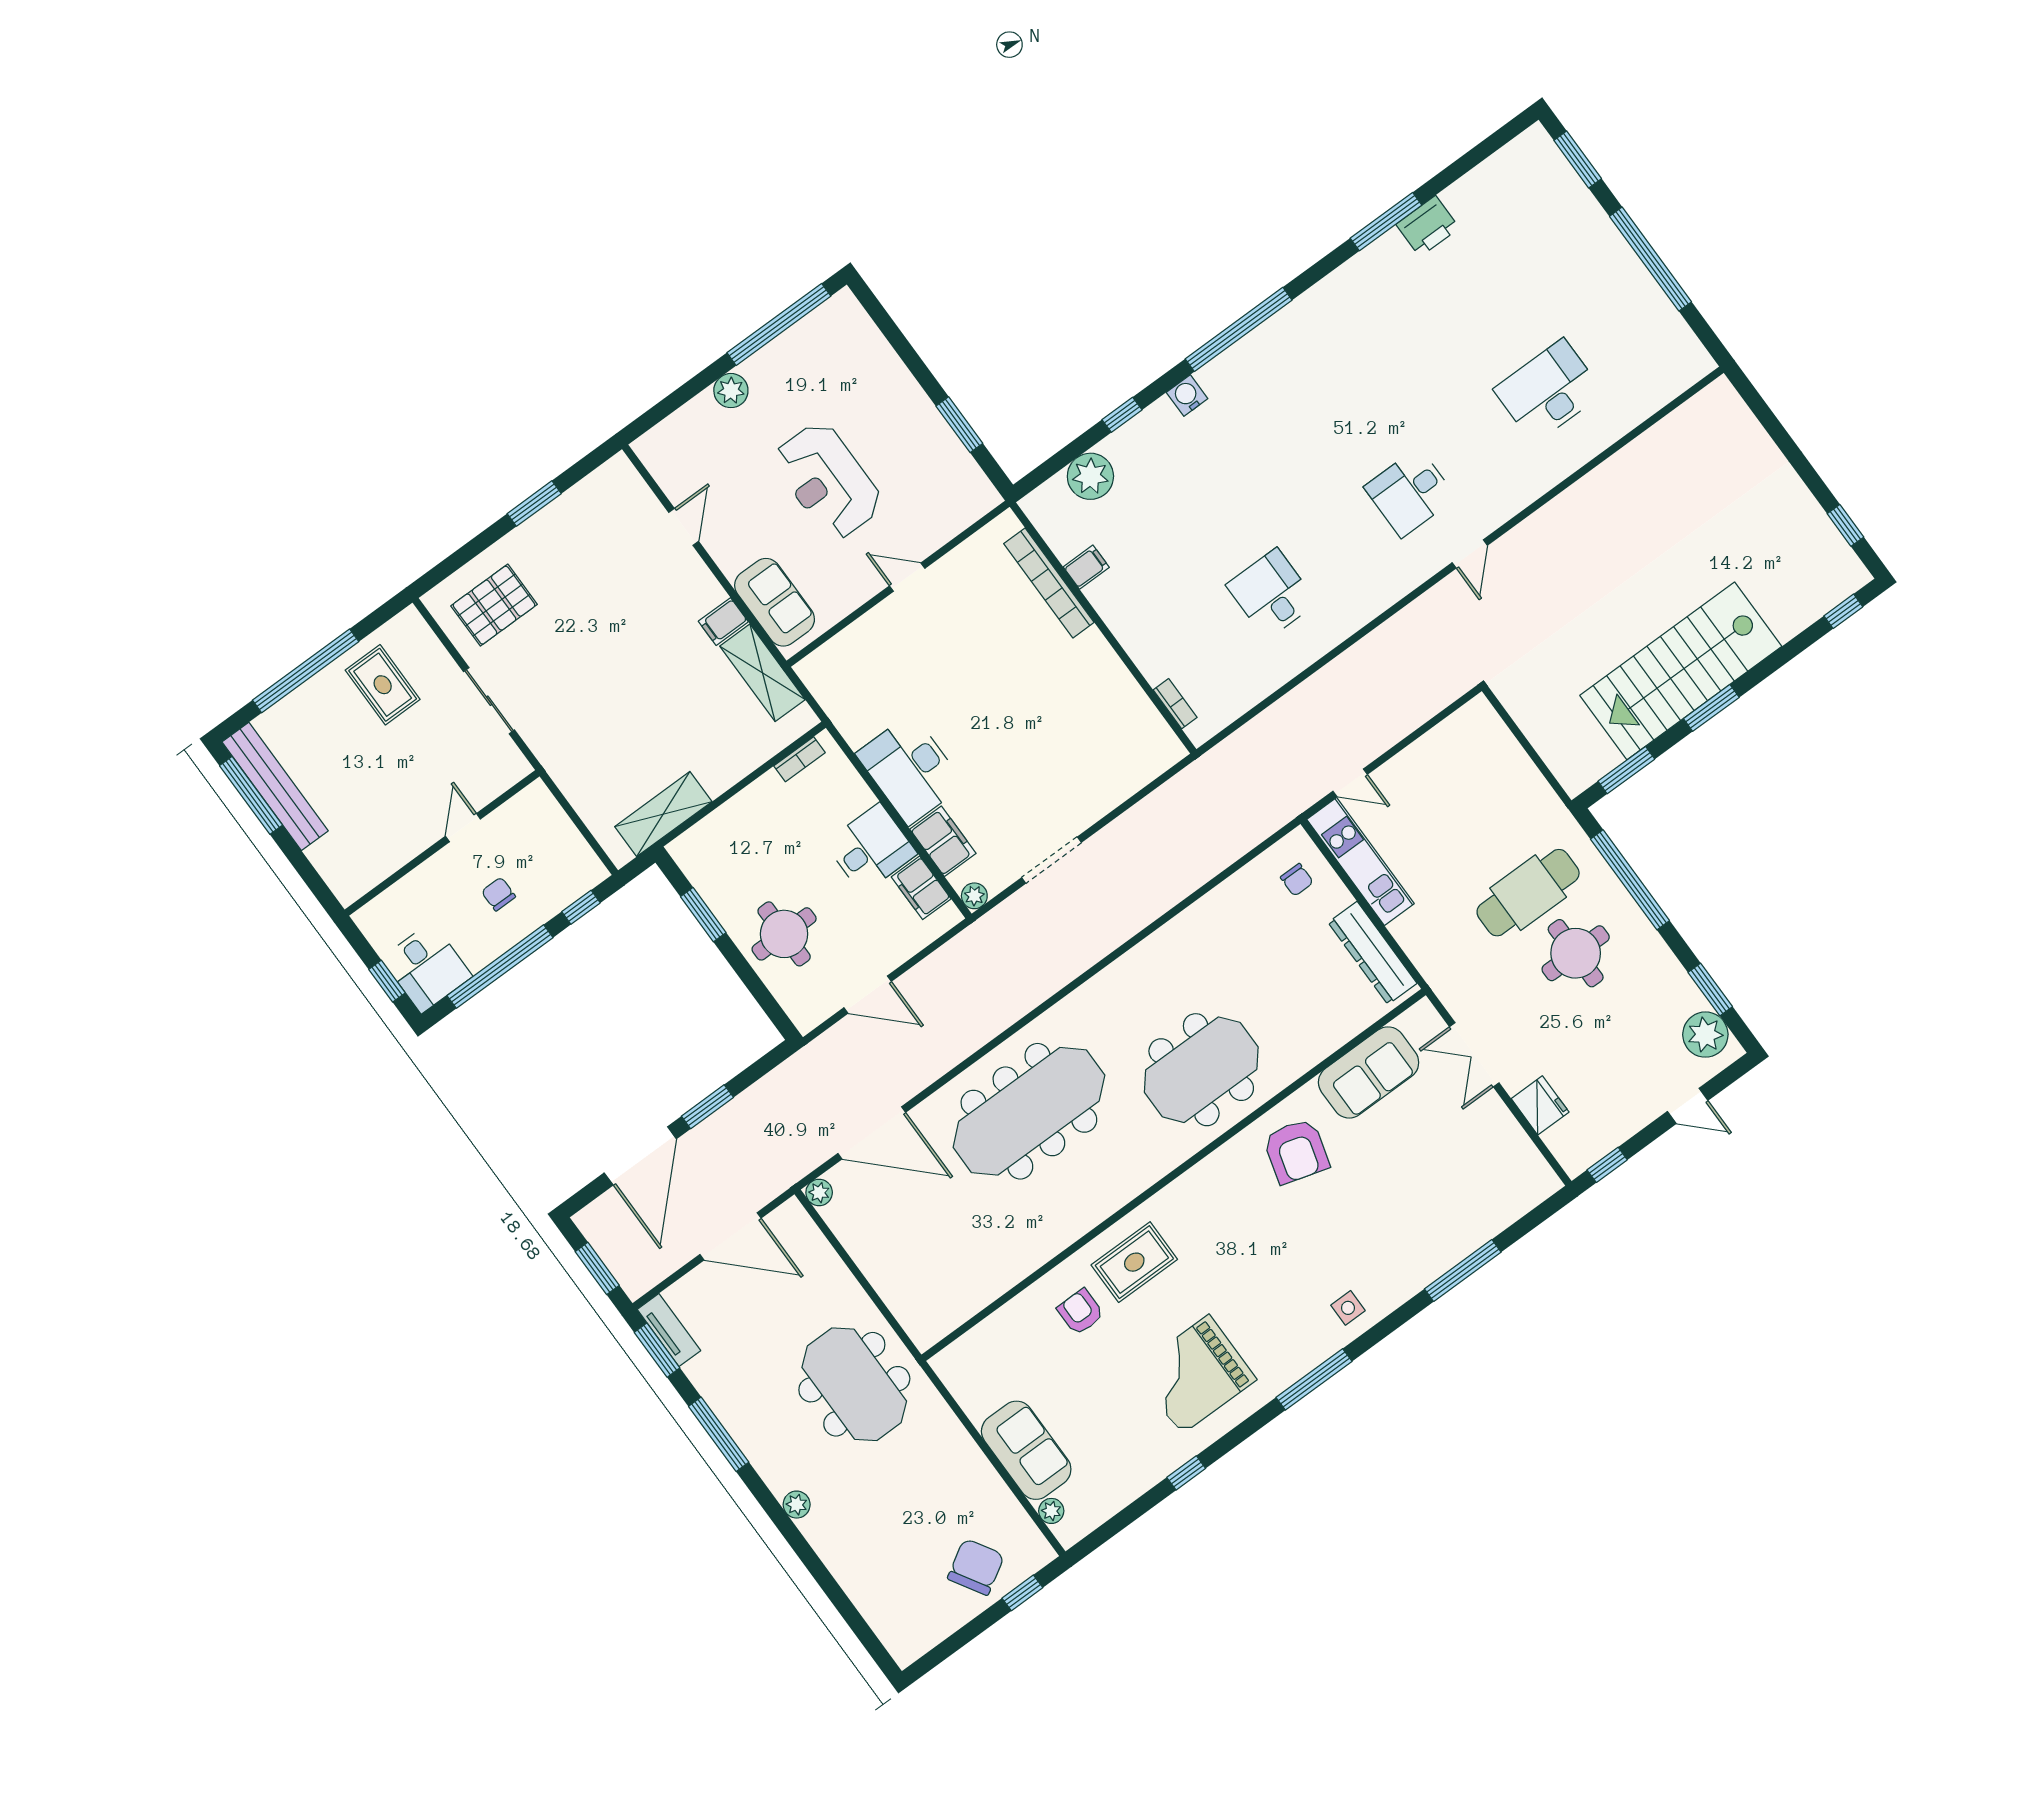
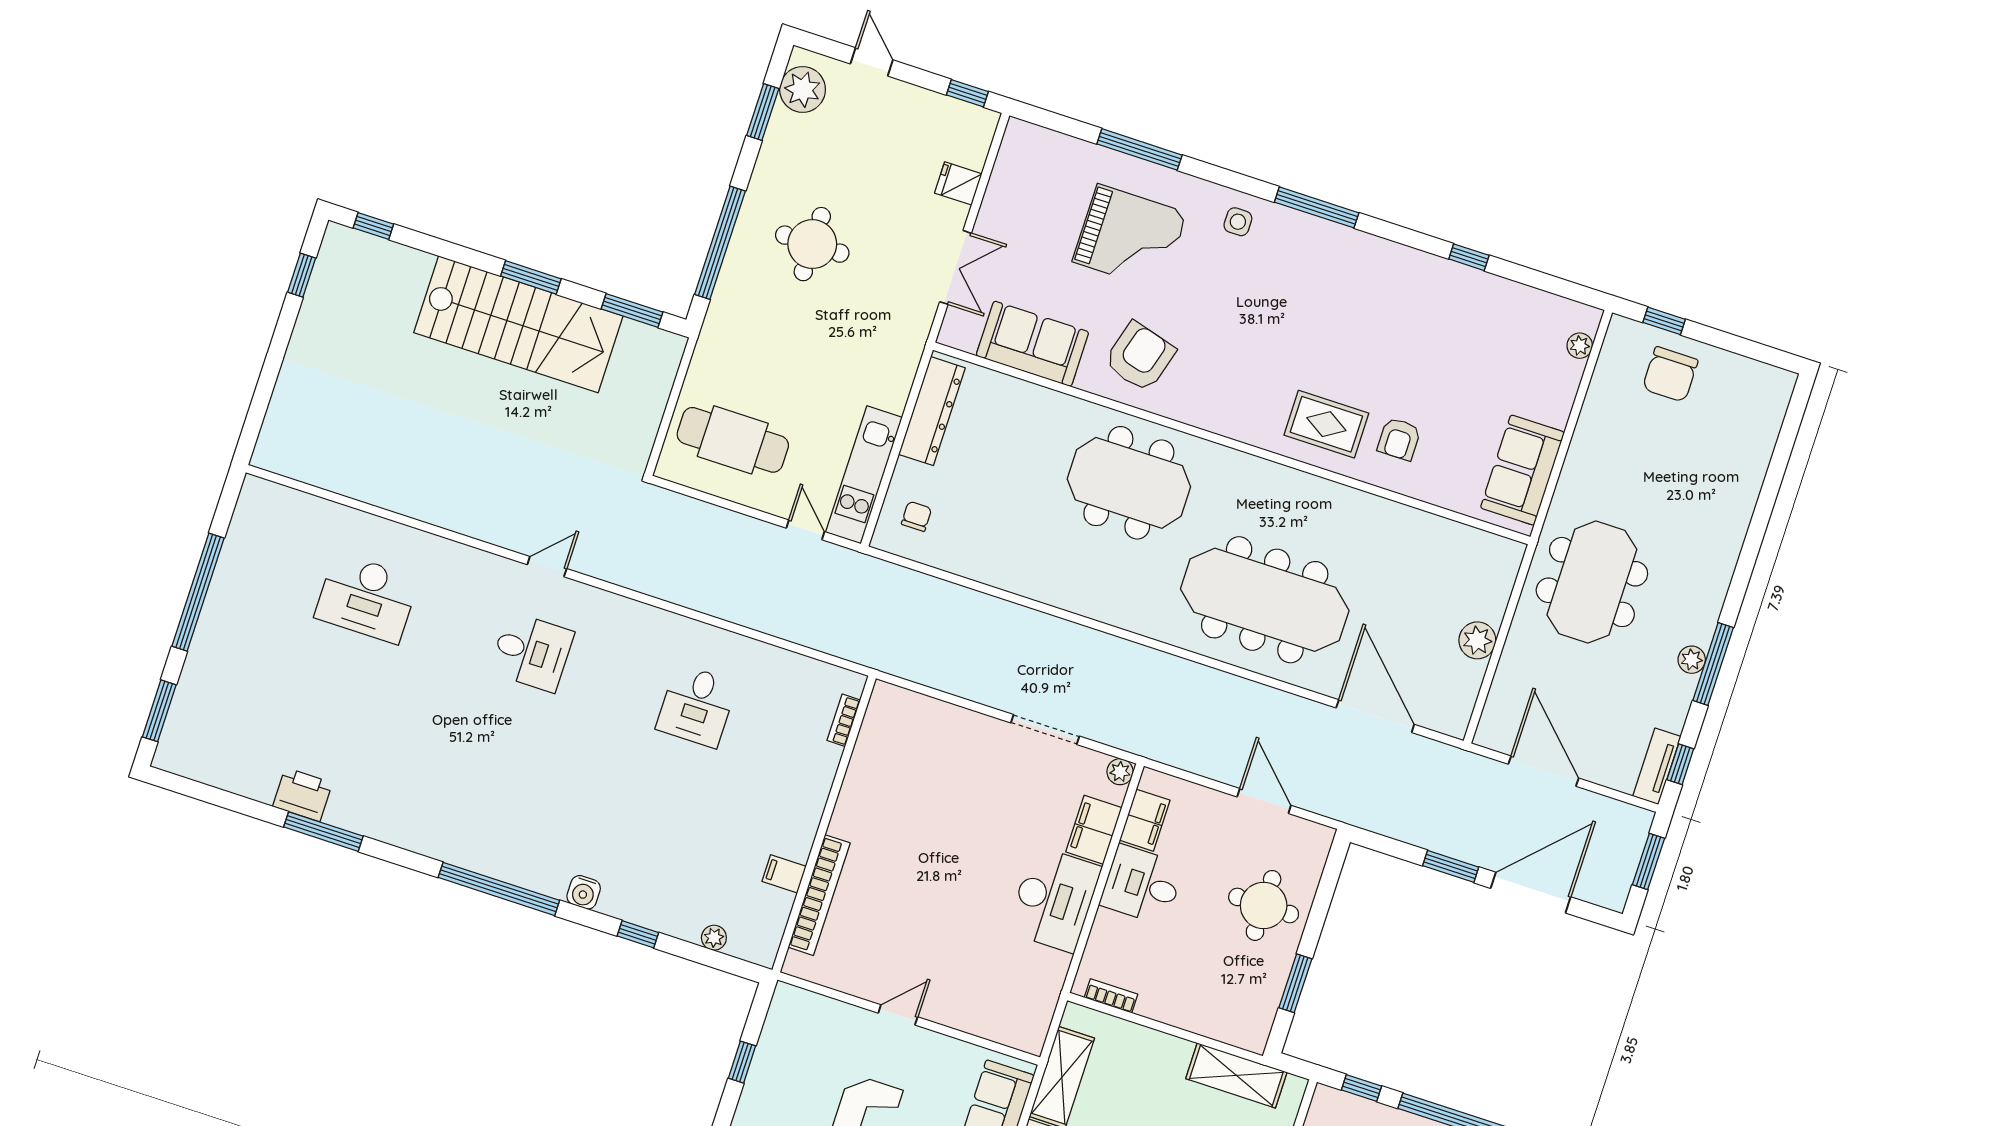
window: (959, 425) -> (742, 1062), width x0.67
plant: (1090, 476) -> (714, 938), width x0.53, depth x0.53
door: (907, 577) -> (898, 1015), swing flipped
cafe table: (1528, 893) -> (733, 440), moved
fridge: (1540, 1105) -> (958, 183), width x0.72
plant: (819, 1192) -> (1477, 640), moved, width x1.38, depth x1.38
window: (657, 1350) -> (1680, 764), width x0.67
grand piano: (1195, 1374) -> (1130, 237), moved
sofa: (1026, 1450) -> (1522, 470), moved
plant: (797, 1505) -> (1692, 660), moved
chair: (976, 1567) -> (1670, 374), turned -59

